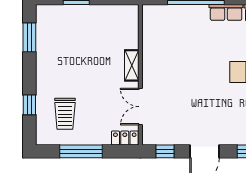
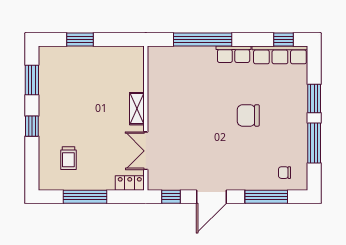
window: (29, 105) -> (32, 126), moved
trolley: (65, 114) -> (68, 158), width x0.73, depth x0.72

